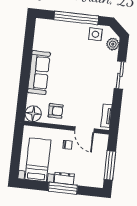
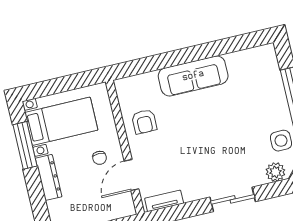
floor lamp: (33, 114) -> (128, 89), removed
dresser: (64, 178) -> (49, 177), width x1.44
window: (63, 188) -> (25, 145), moved

